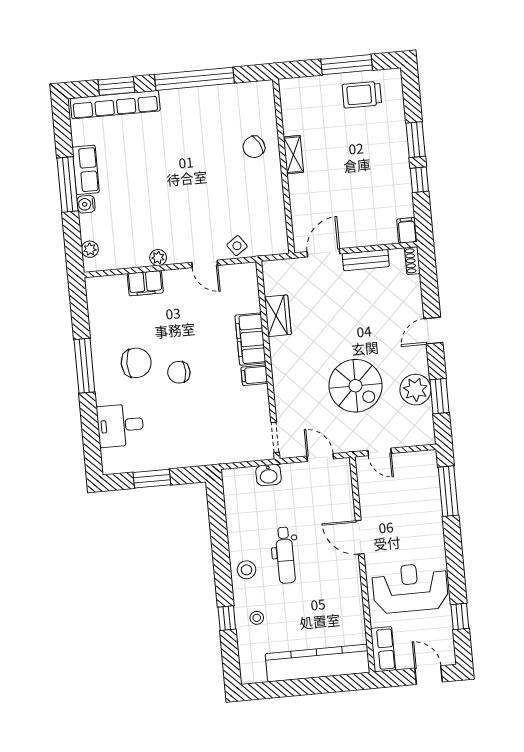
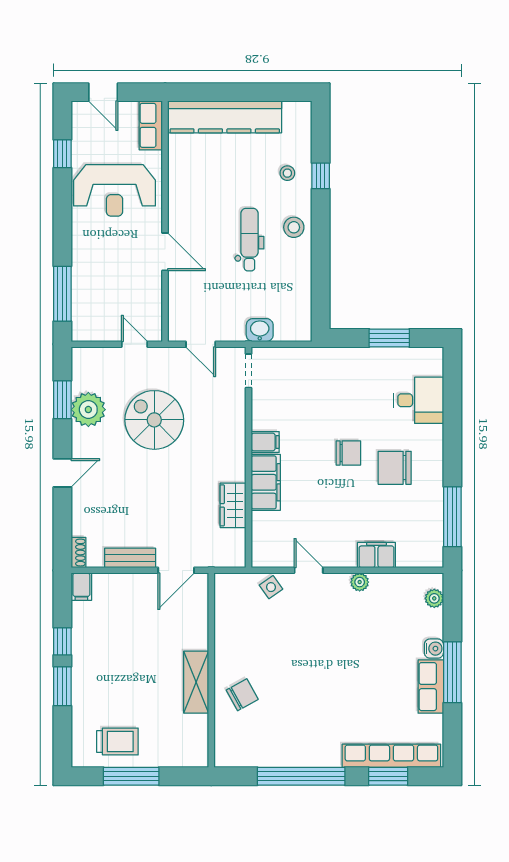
shelving: (293, 155) -> (196, 682), width x1.50, depth x1.33
window: (84, 366) -> (452, 517), moved

